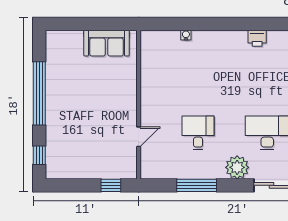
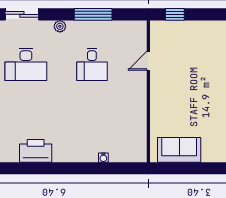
printer: (257, 38) -> (36, 151), width x1.87, depth x1.48
plant: (237, 167) -> (60, 26), width x0.53, depth x0.53

